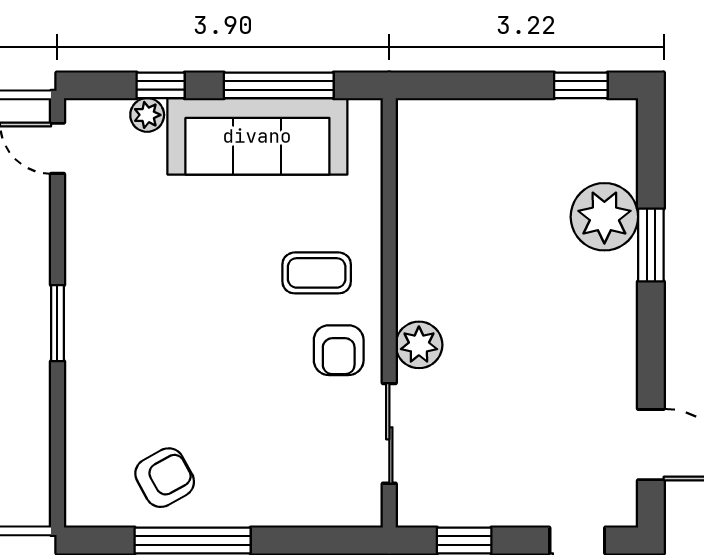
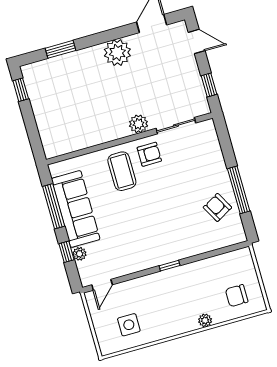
plant: (604, 217) -> (117, 53), moved
window: (651, 245) -> (60, 49), moved
coffee table: (317, 273) -> (122, 171), width x1.36, depth x1.30
window: (57, 323) -> (170, 266), width x0.67

